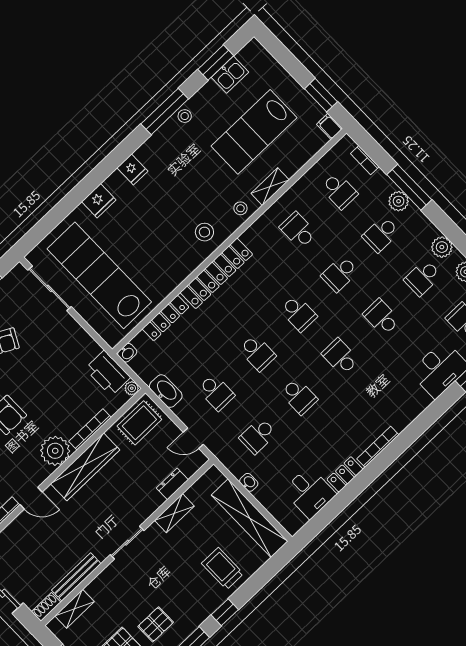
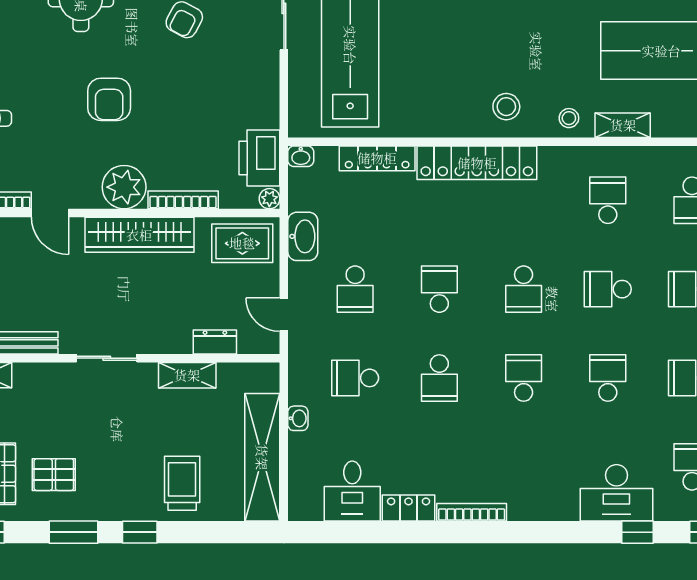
school desk: (257, 353) -> (439, 289), turned 180

